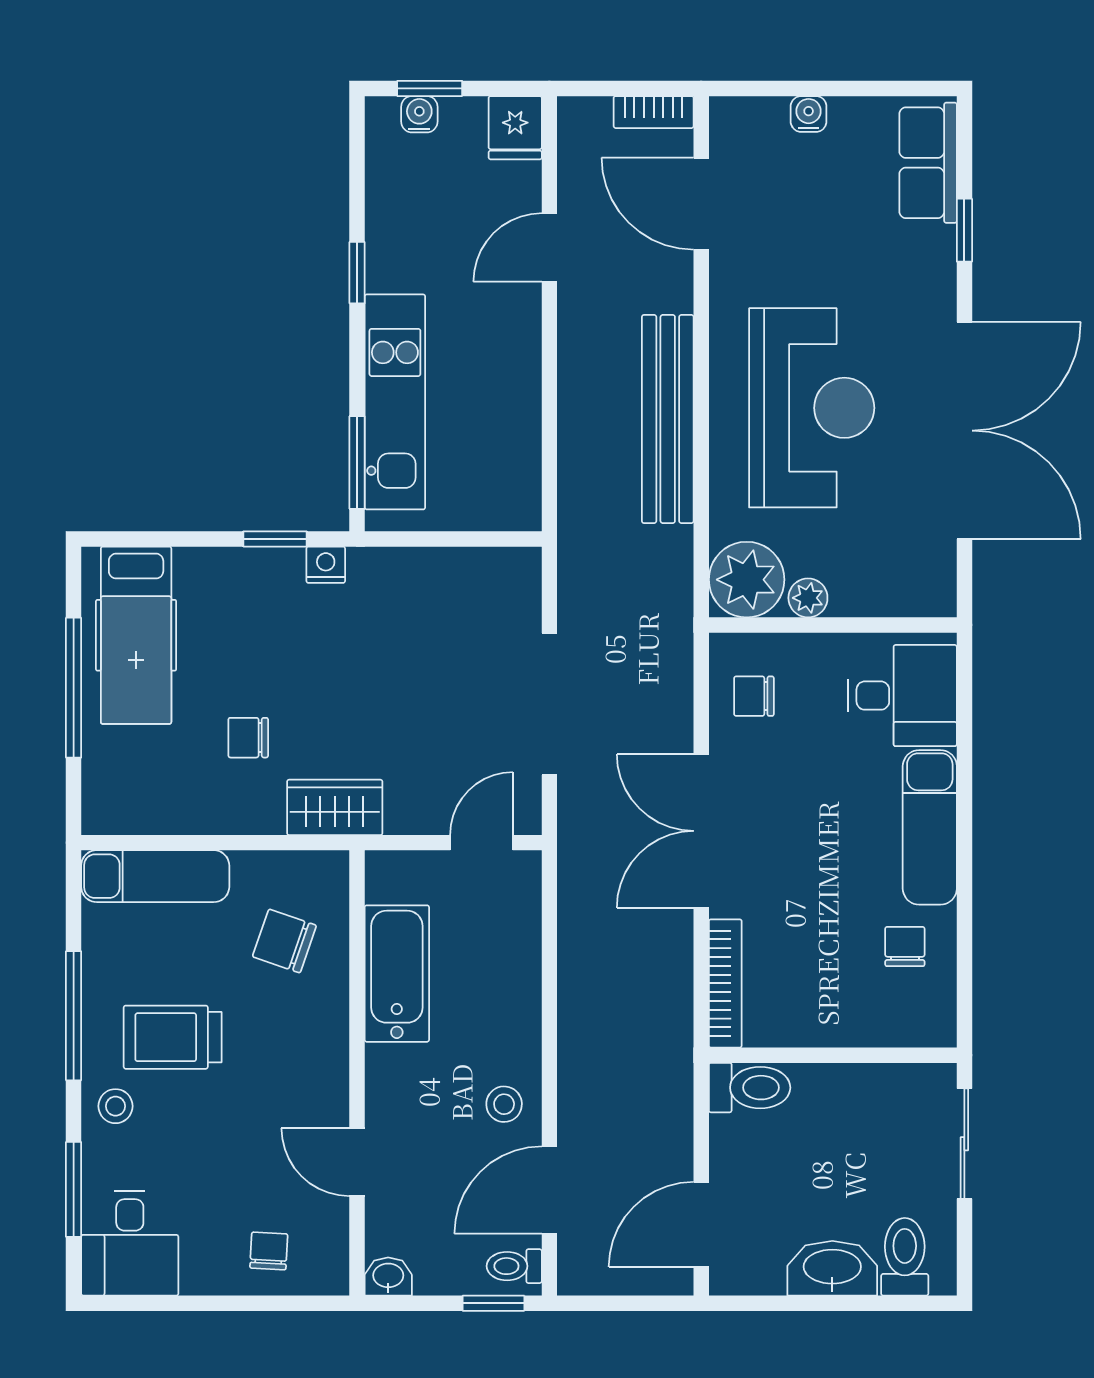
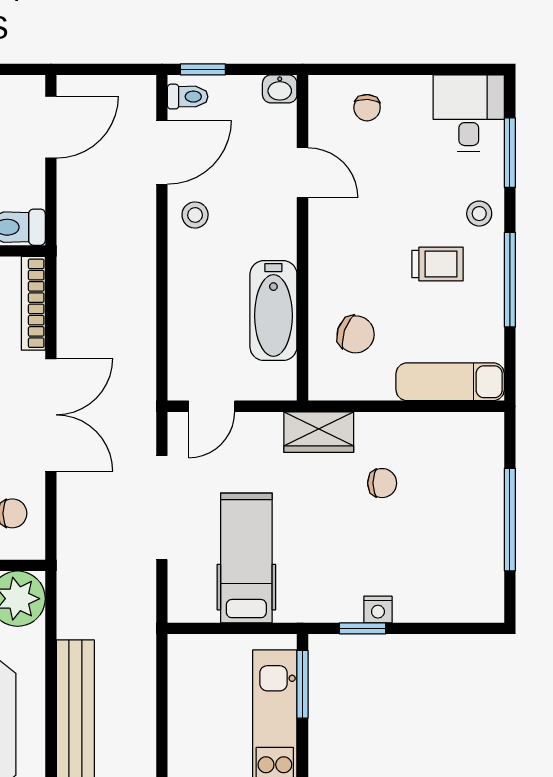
nightstand: (326, 565) -> (378, 609), moved
hospital bed: (136, 635) -> (246, 558), moved
trolley: (173, 1037) -> (437, 264), width x0.73, depth x0.72

